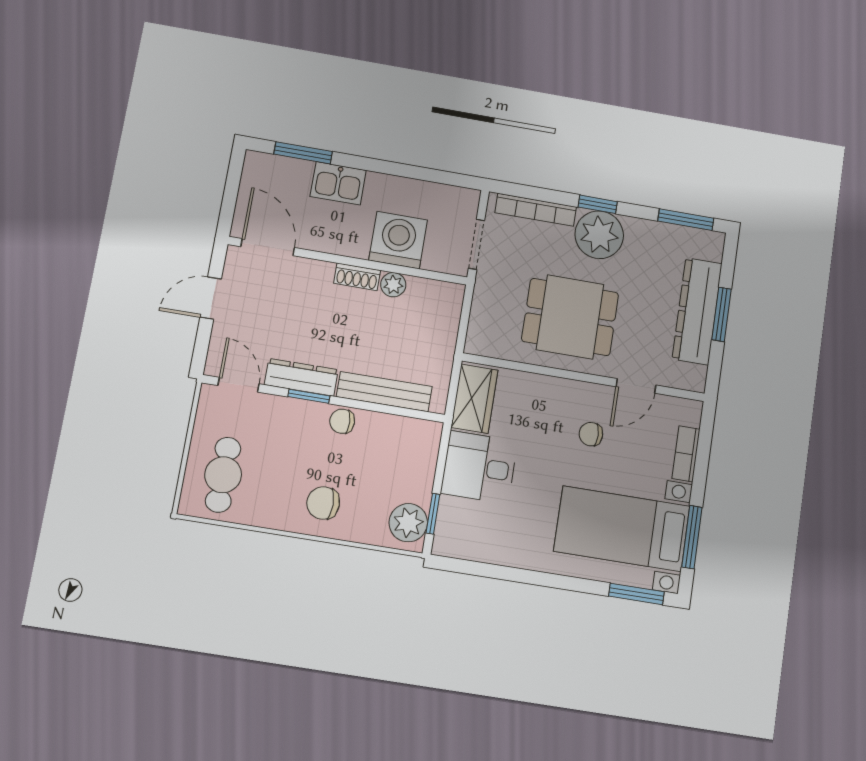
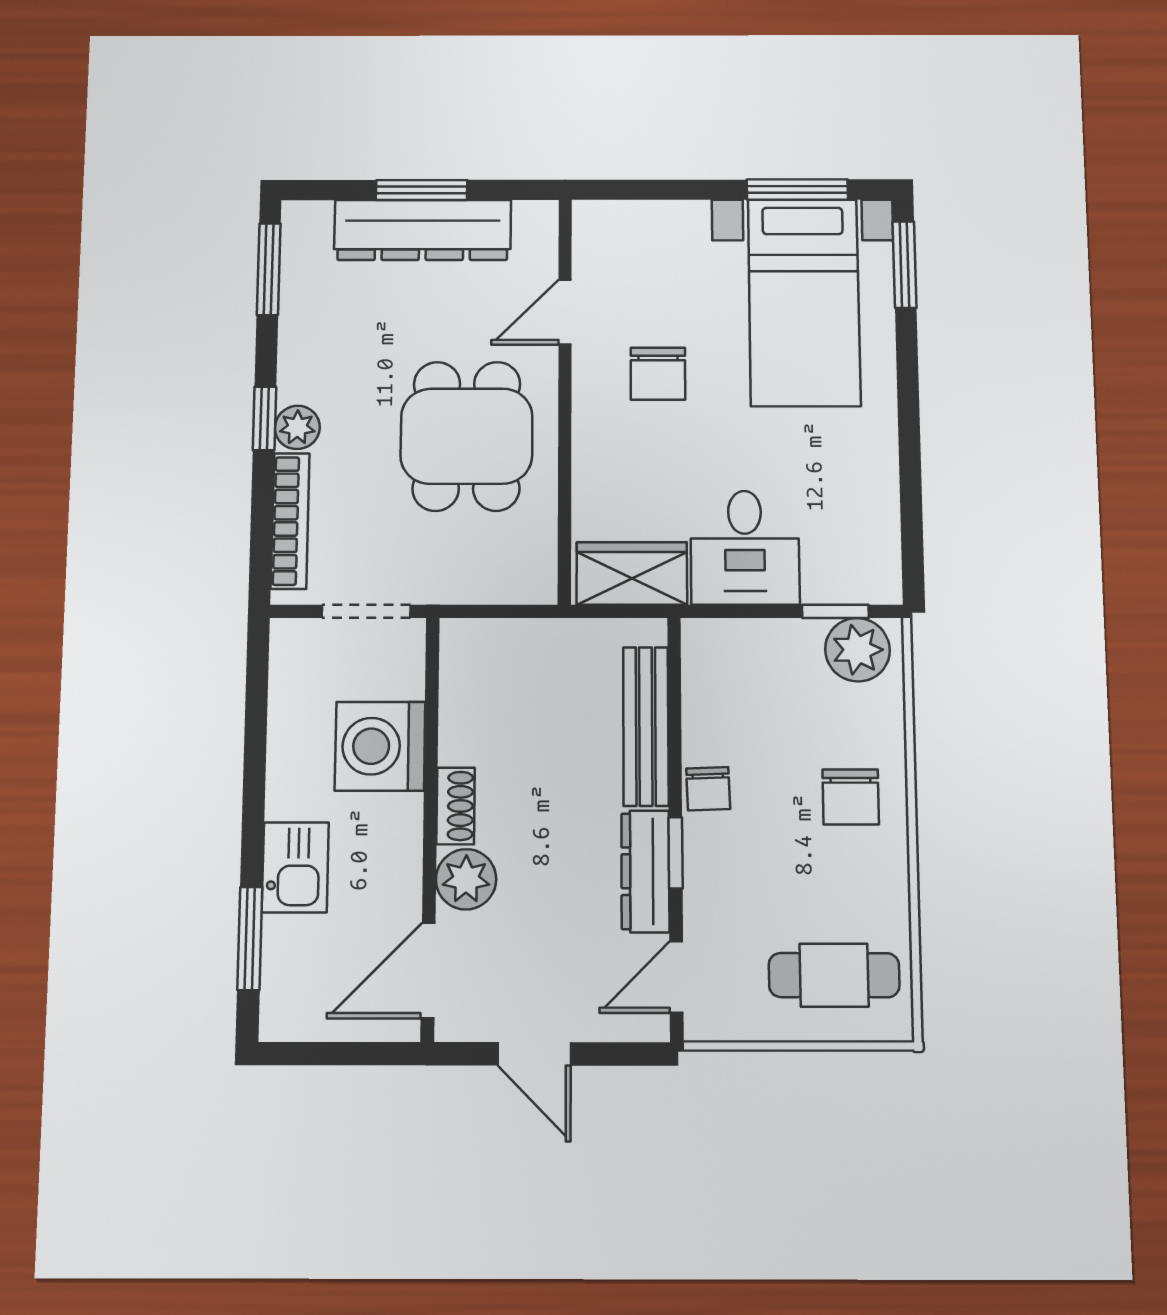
plant: (599, 235) -> (297, 427), width x0.53, depth x0.53
plant: (393, 285) -> (466, 879), moved, width x1.38, depth x1.38
door: (636, 386) -> (565, 312), swing flipped
chair: (591, 434) -> (658, 374), width x1.37, depth x1.37
bookcase: (686, 454) -> (664, 217), removed

